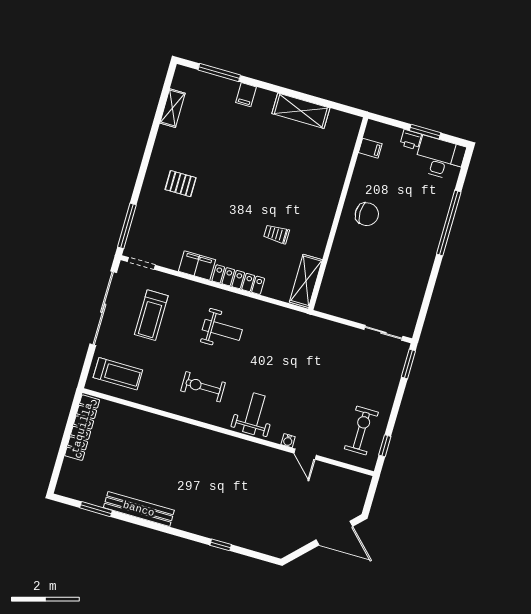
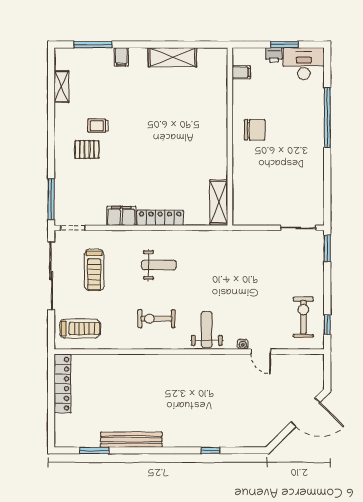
trolley: (277, 234) -> (98, 126), moved

